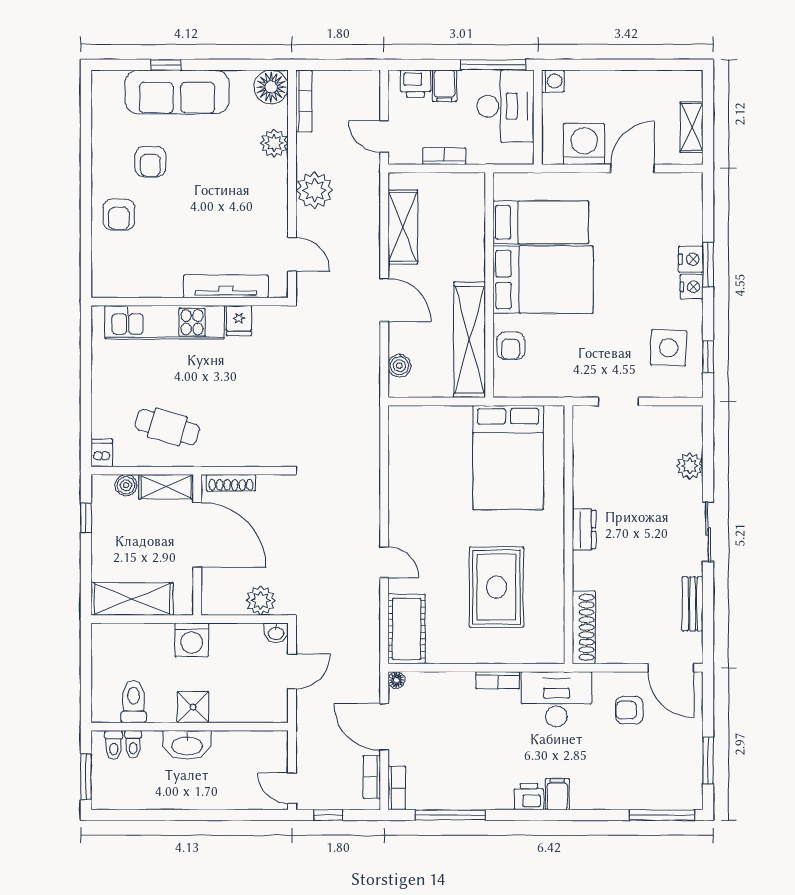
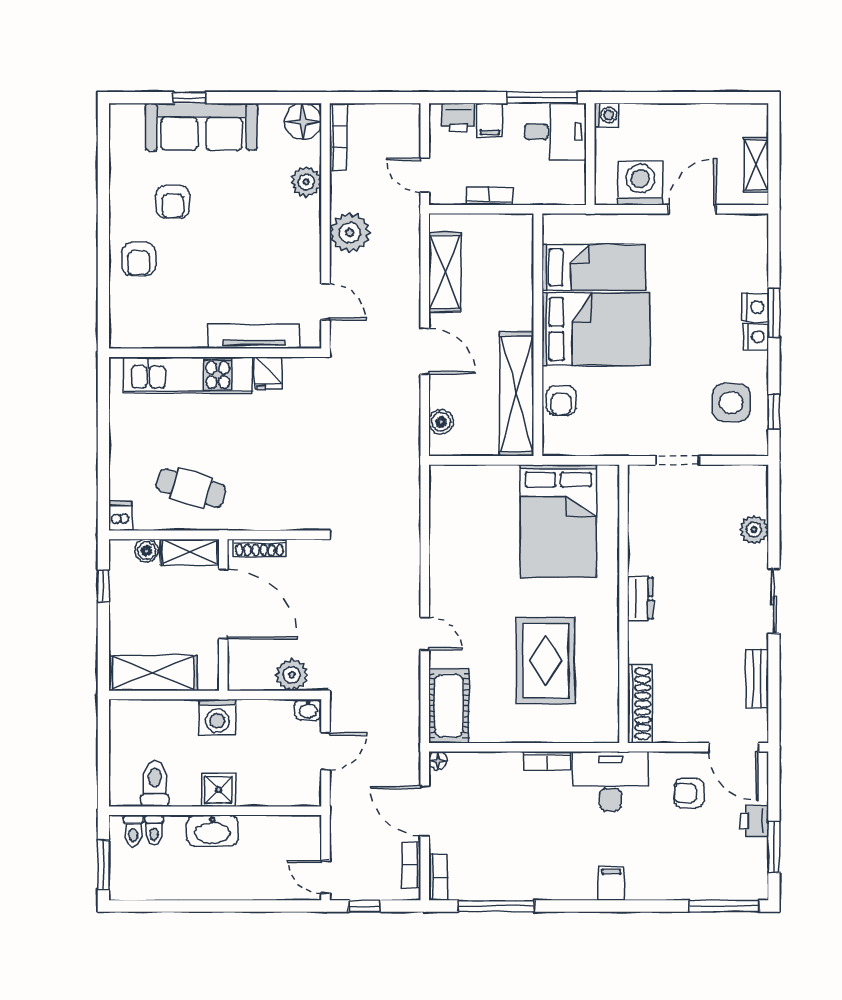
desk: (505, 106) -> (555, 132), width x0.73
printer: (529, 797) -> (754, 821), moved, turned -90

